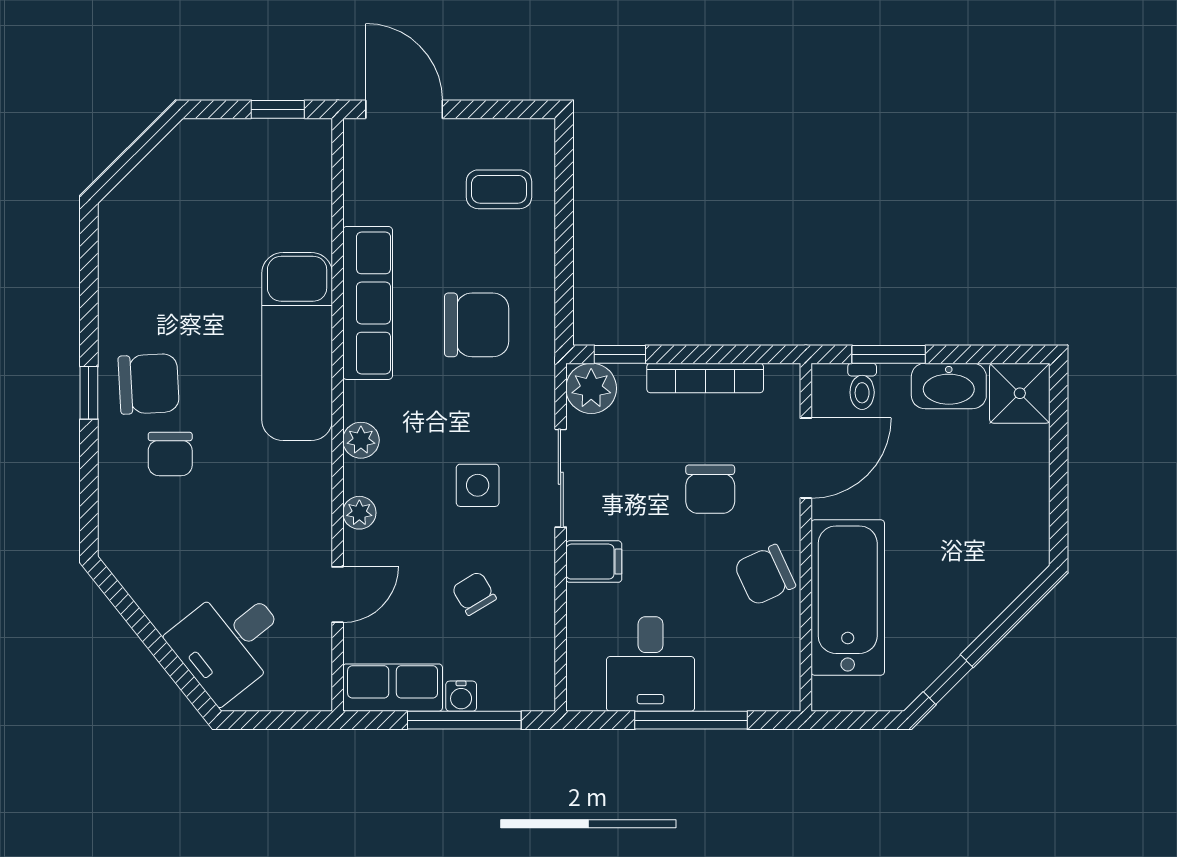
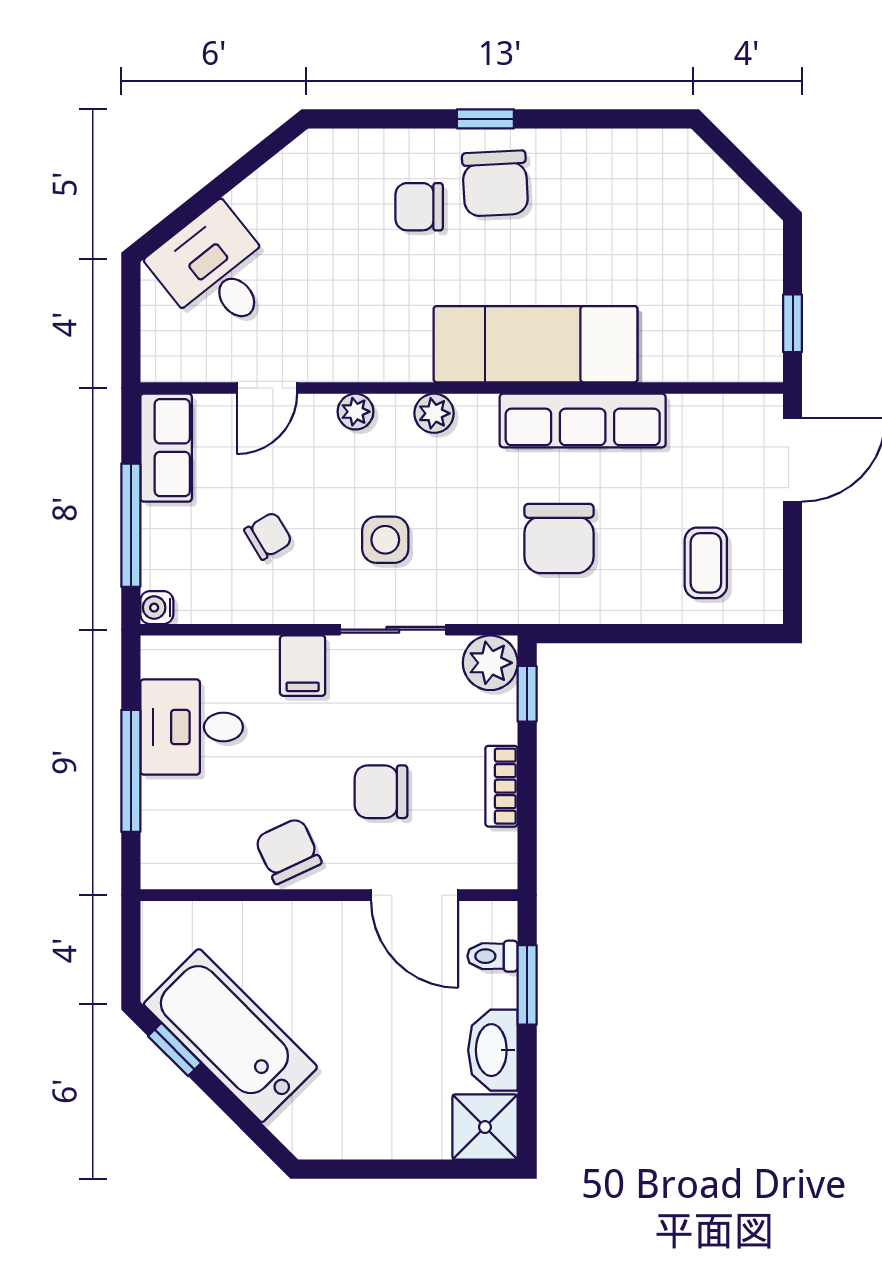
bookcase: (705, 378) -> (501, 786), width x0.64
door: (338, 595) -> (267, 388), hinge flipped
bathtub: (848, 598) -> (230, 1036), moved, turned -135
water cooler: (461, 696) -> (157, 608), moved

